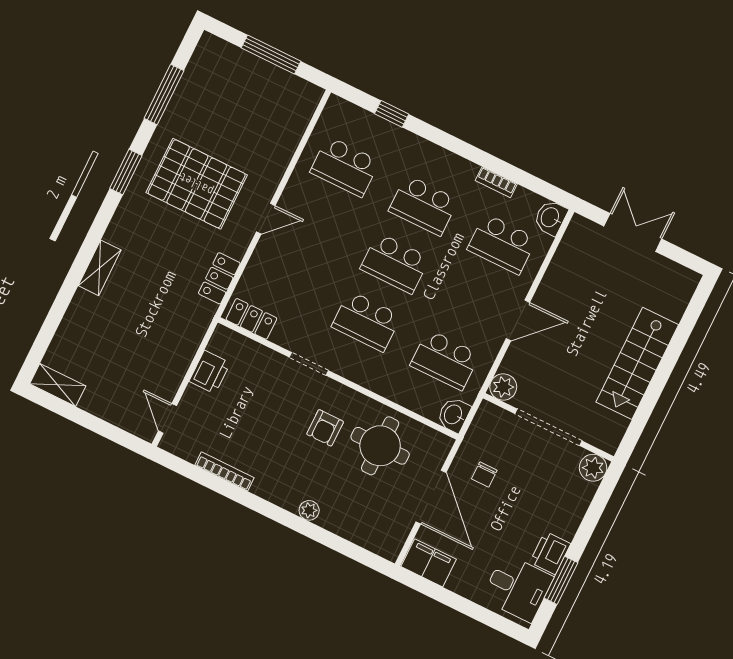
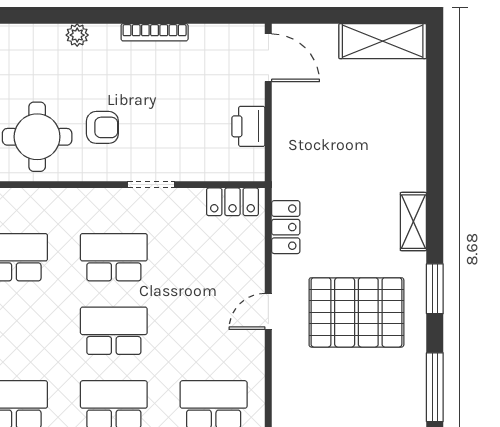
shelving: (100, 268) -> (413, 222), moved
shelving: (58, 385) -> (383, 41), width x1.50, depth x1.33
door: (167, 418) -> (268, 58), width x1.37
armchair: (325, 428) -> (102, 127), turned 90
bookcase: (225, 471) -> (155, 32), moved

